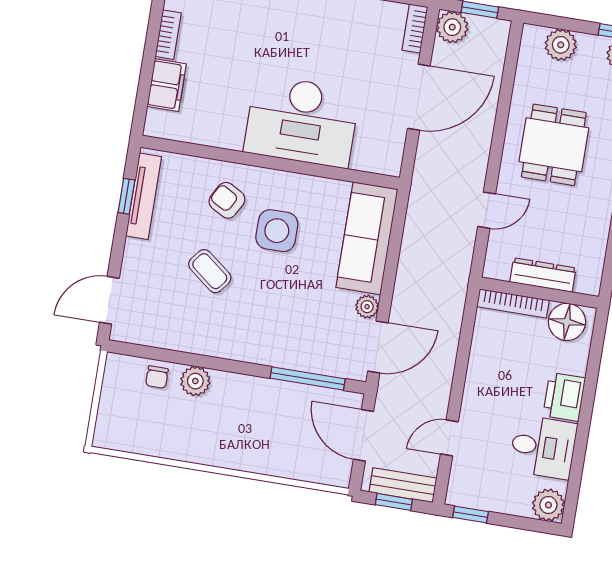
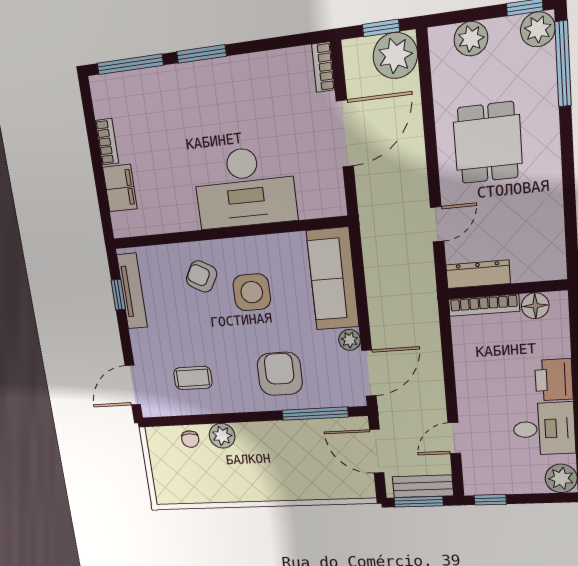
plant: (452, 27) -> (395, 55), moved, width x1.36, depth x1.36
coffee table: (210, 271) -> (193, 378), moved, turned -38
dresser: (543, 275) -> (478, 274), moved
floor lamp: (567, 322) -> (535, 306), width x0.73, depth x0.73
armchair: (281, 326) -> (280, 374), added
window: (394, 502) -> (419, 502), width x1.50

